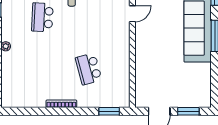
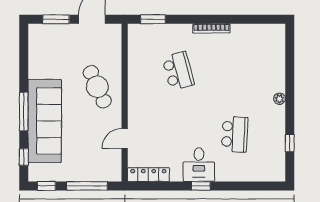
cafe table: (155, 56) -> (97, 87), added

